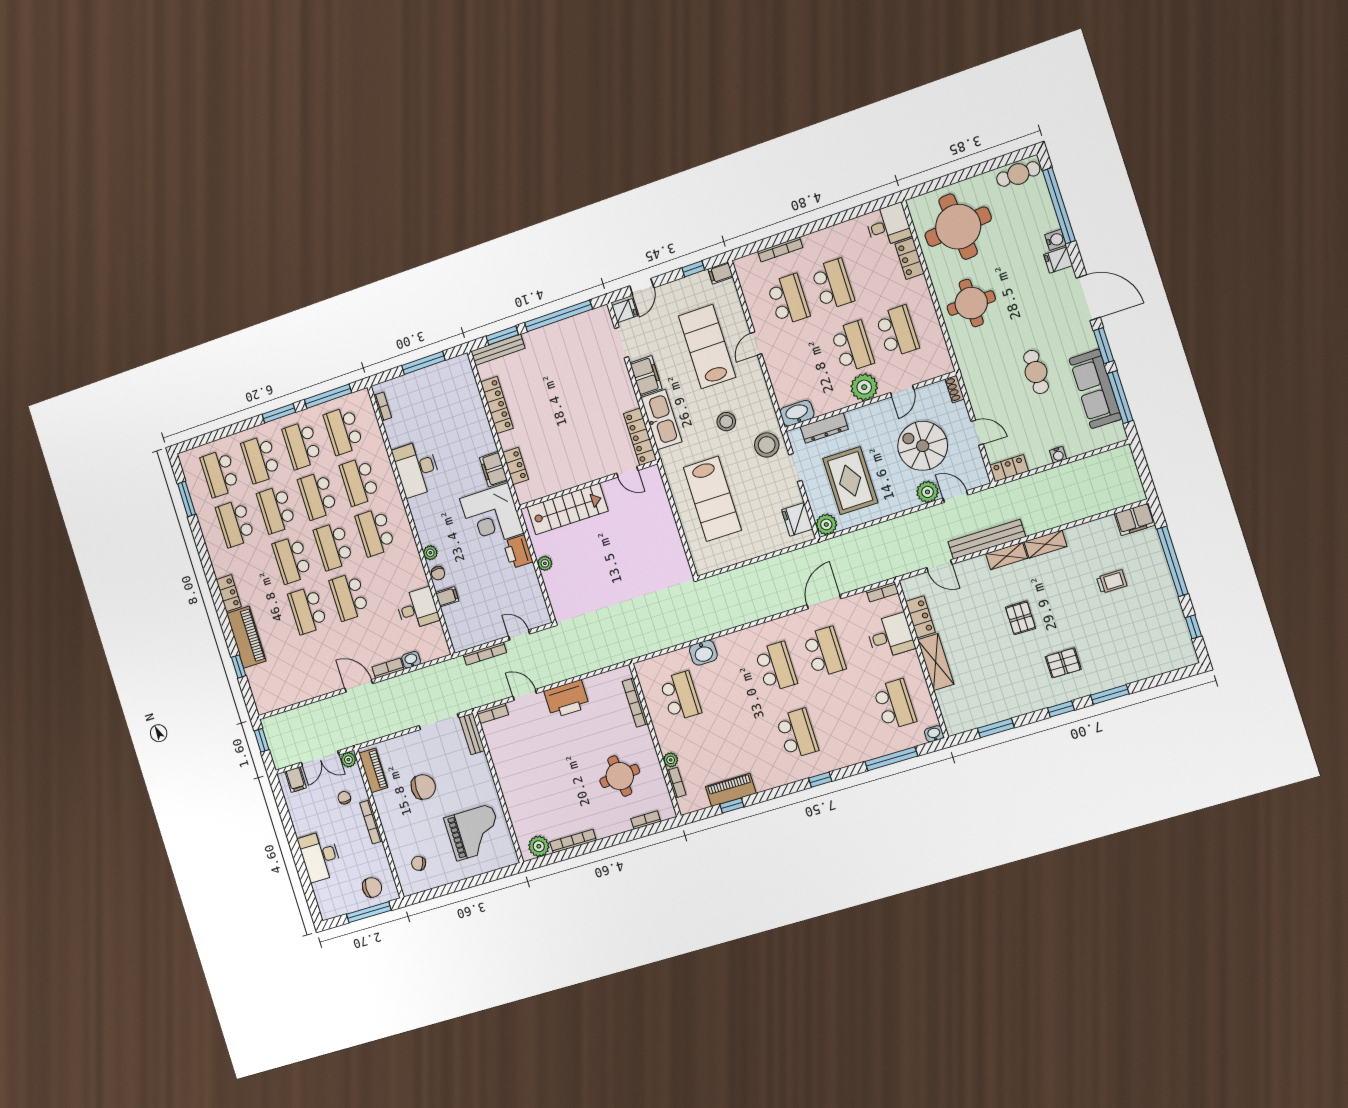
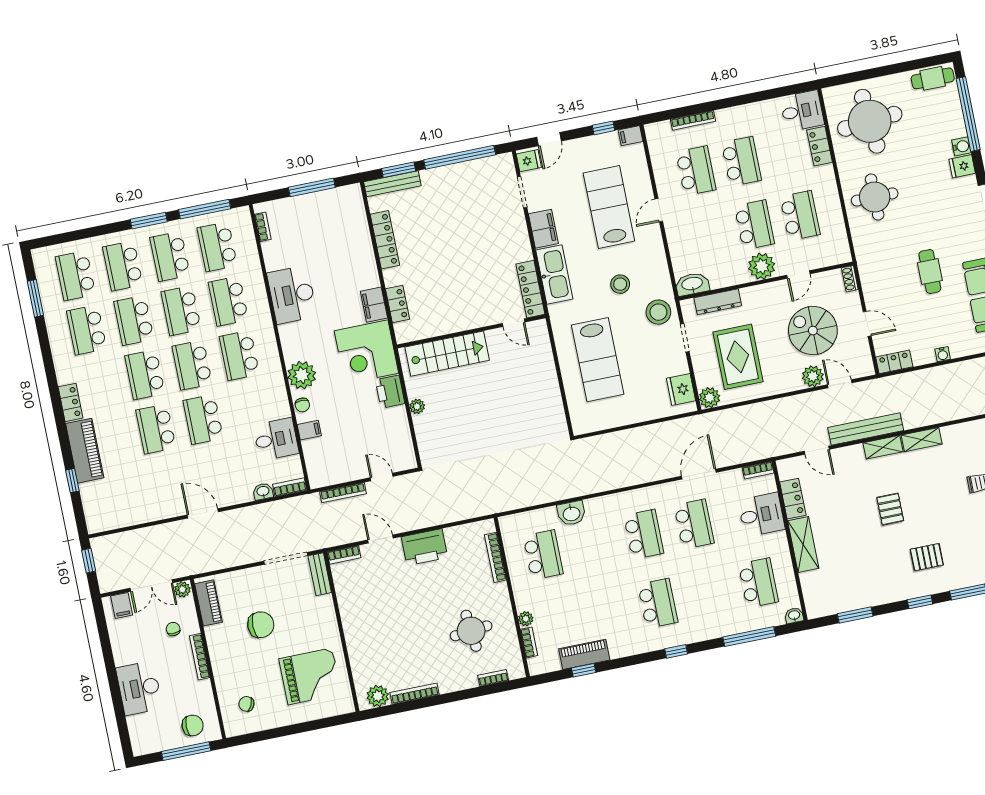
plant: (430, 553) -> (302, 375), width x1.87, depth x1.87
bookcase: (388, 668) -> (290, 487), moved

